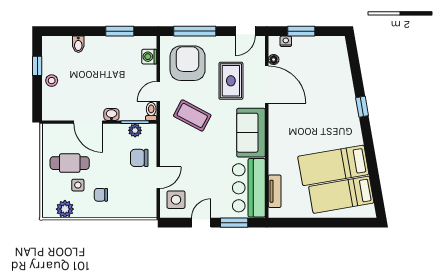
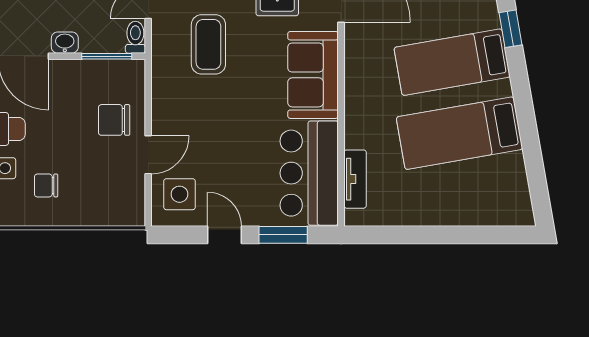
coffee table: (192, 115) -> (208, 44), turned 62
plant: (135, 130) -> (107, 71), removed
bed: (341, 195) -> (452, 62), moved
door: (201, 223) -> (225, 235), hinge flipped

